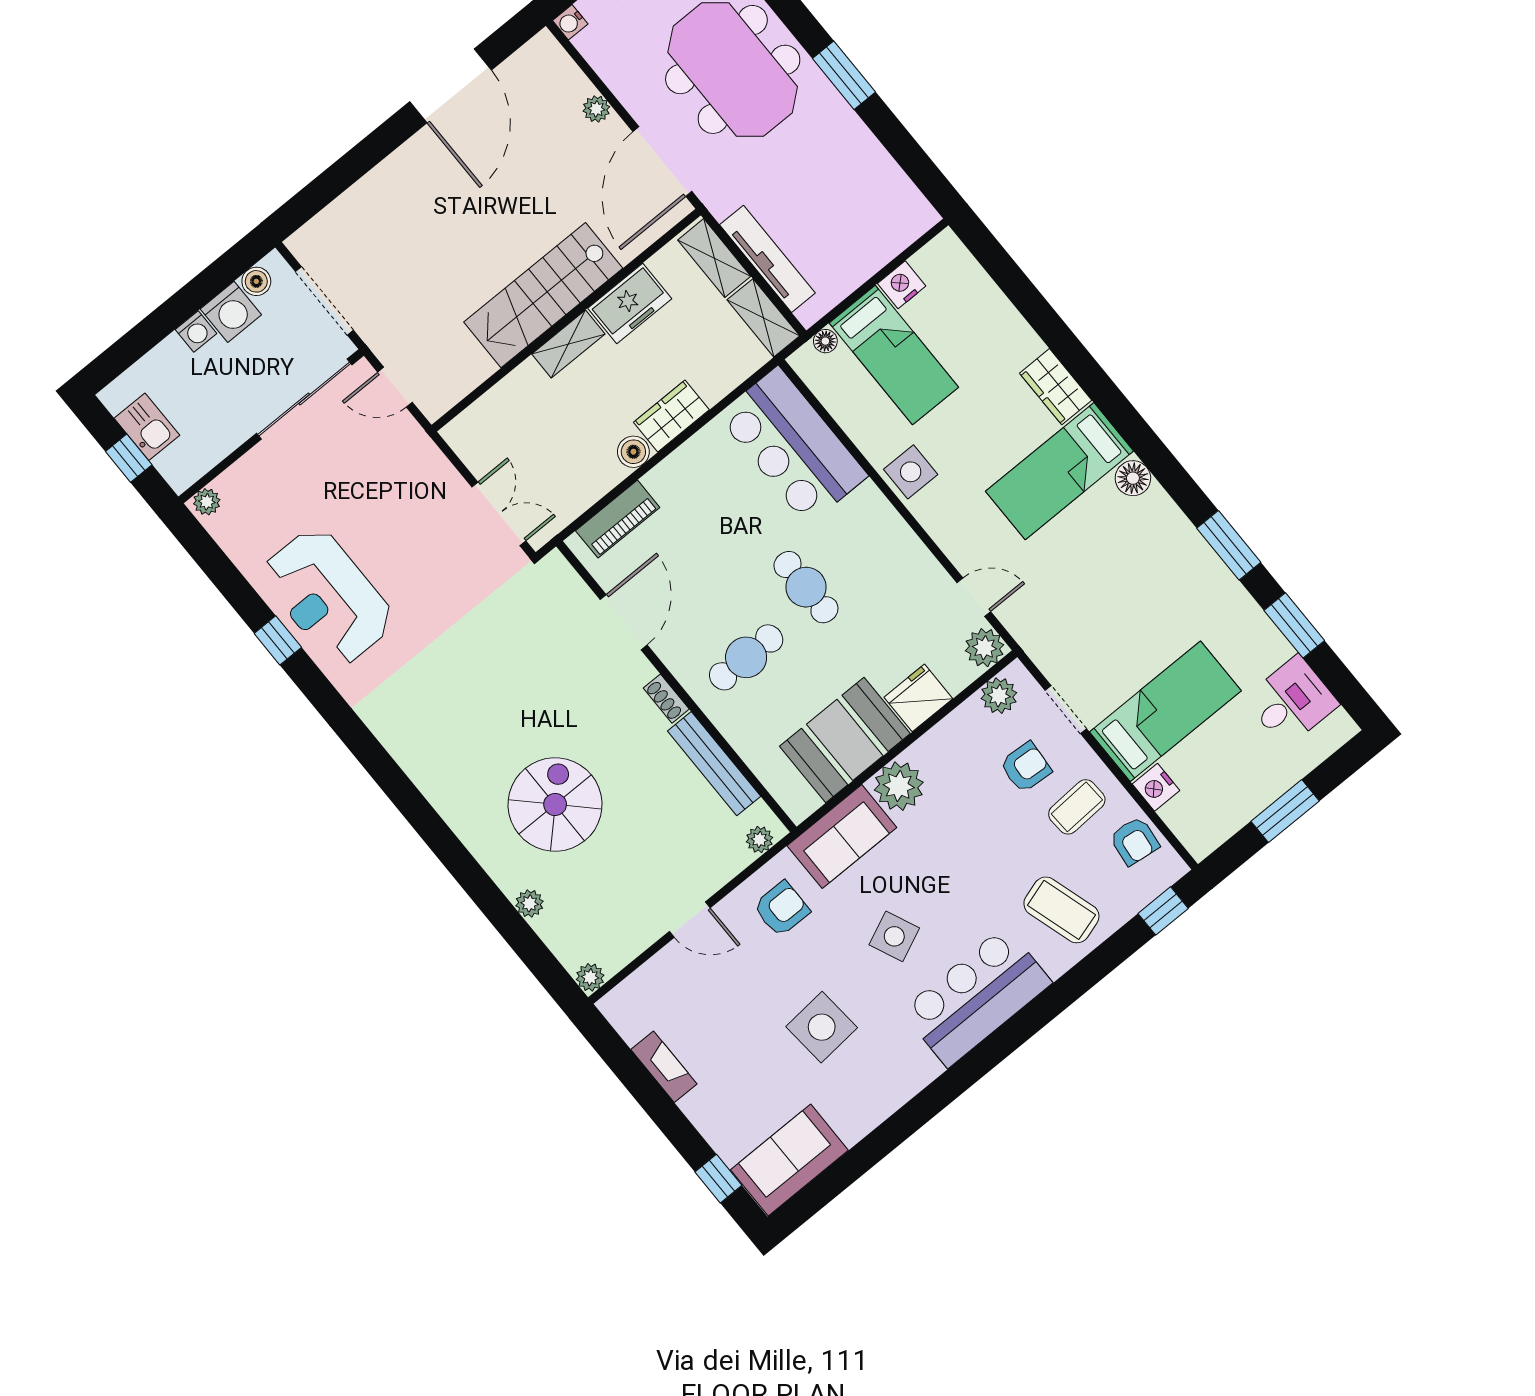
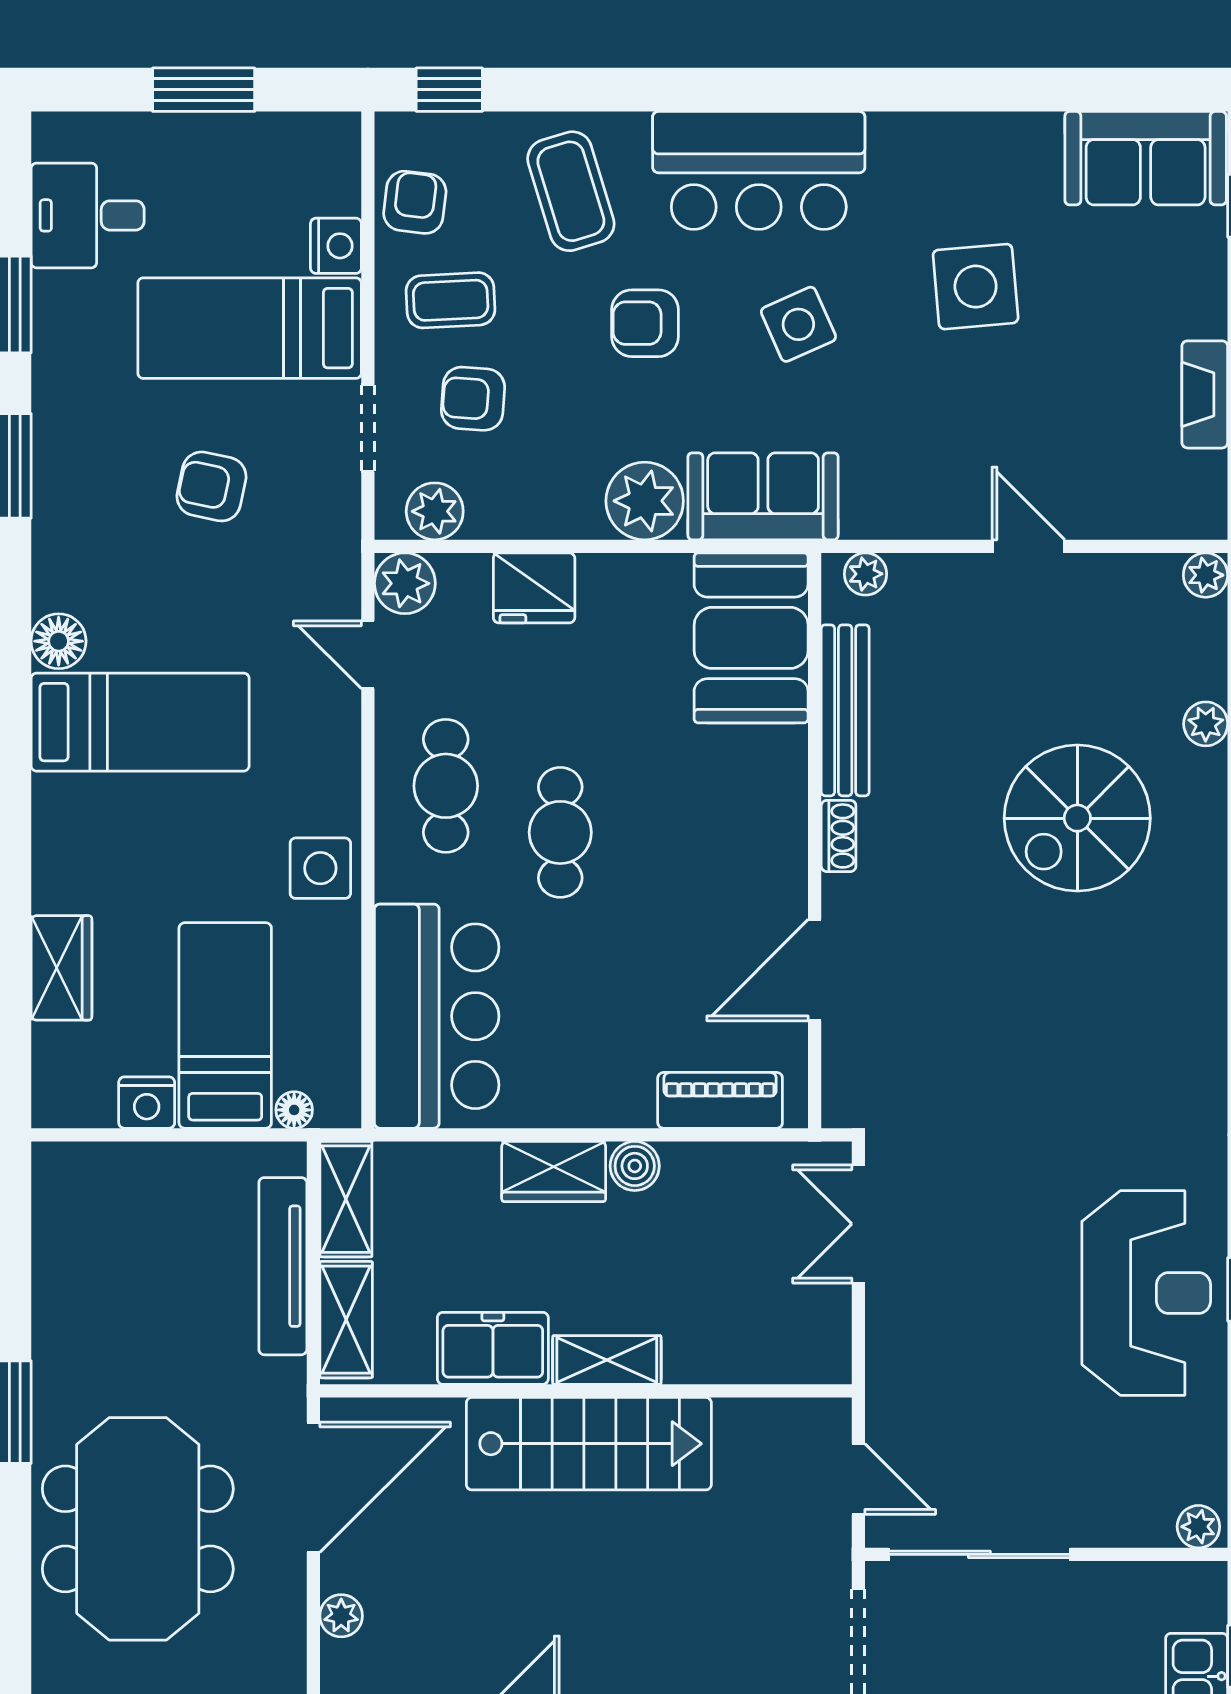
wardrobe: (1056, 387) -> (61, 968), moved
armchair: (1120, 617) -> (212, 486), added
cafe table: (746, 657) -> (446, 786), moved, turned 90
booth: (845, 740) -> (751, 638), moved, turned 90
armchair: (782, 909) -> (645, 323), moved

